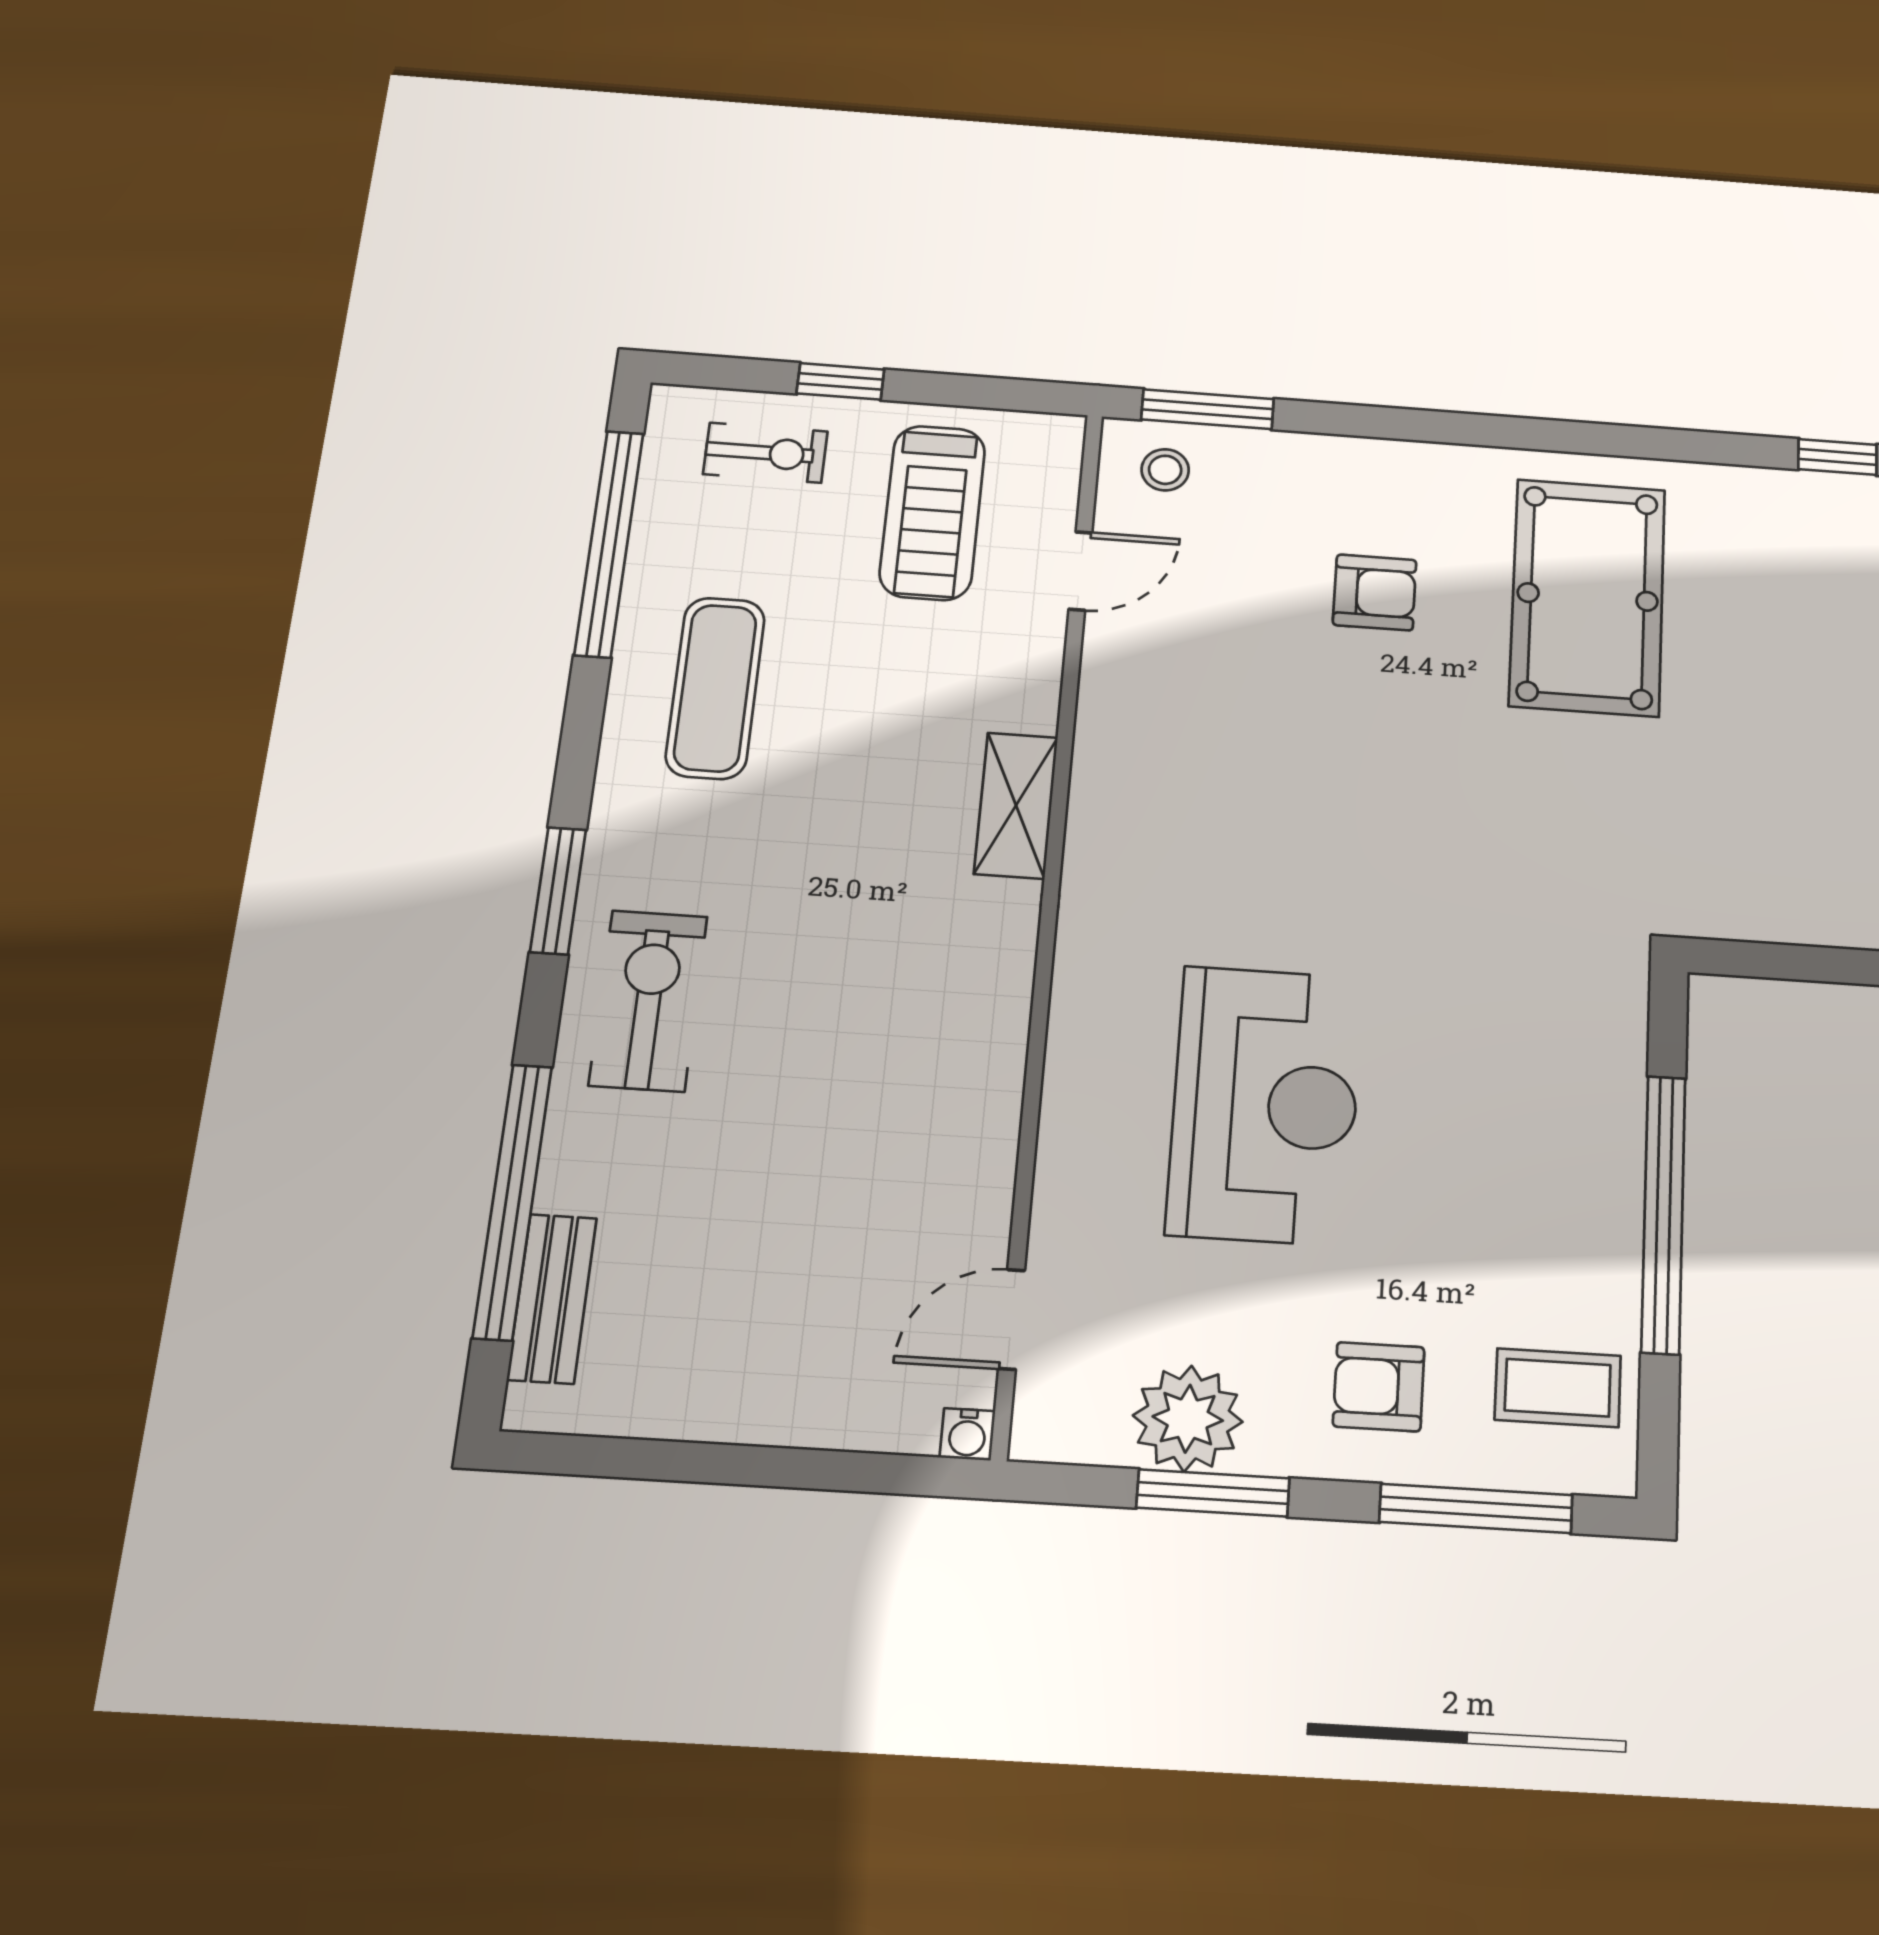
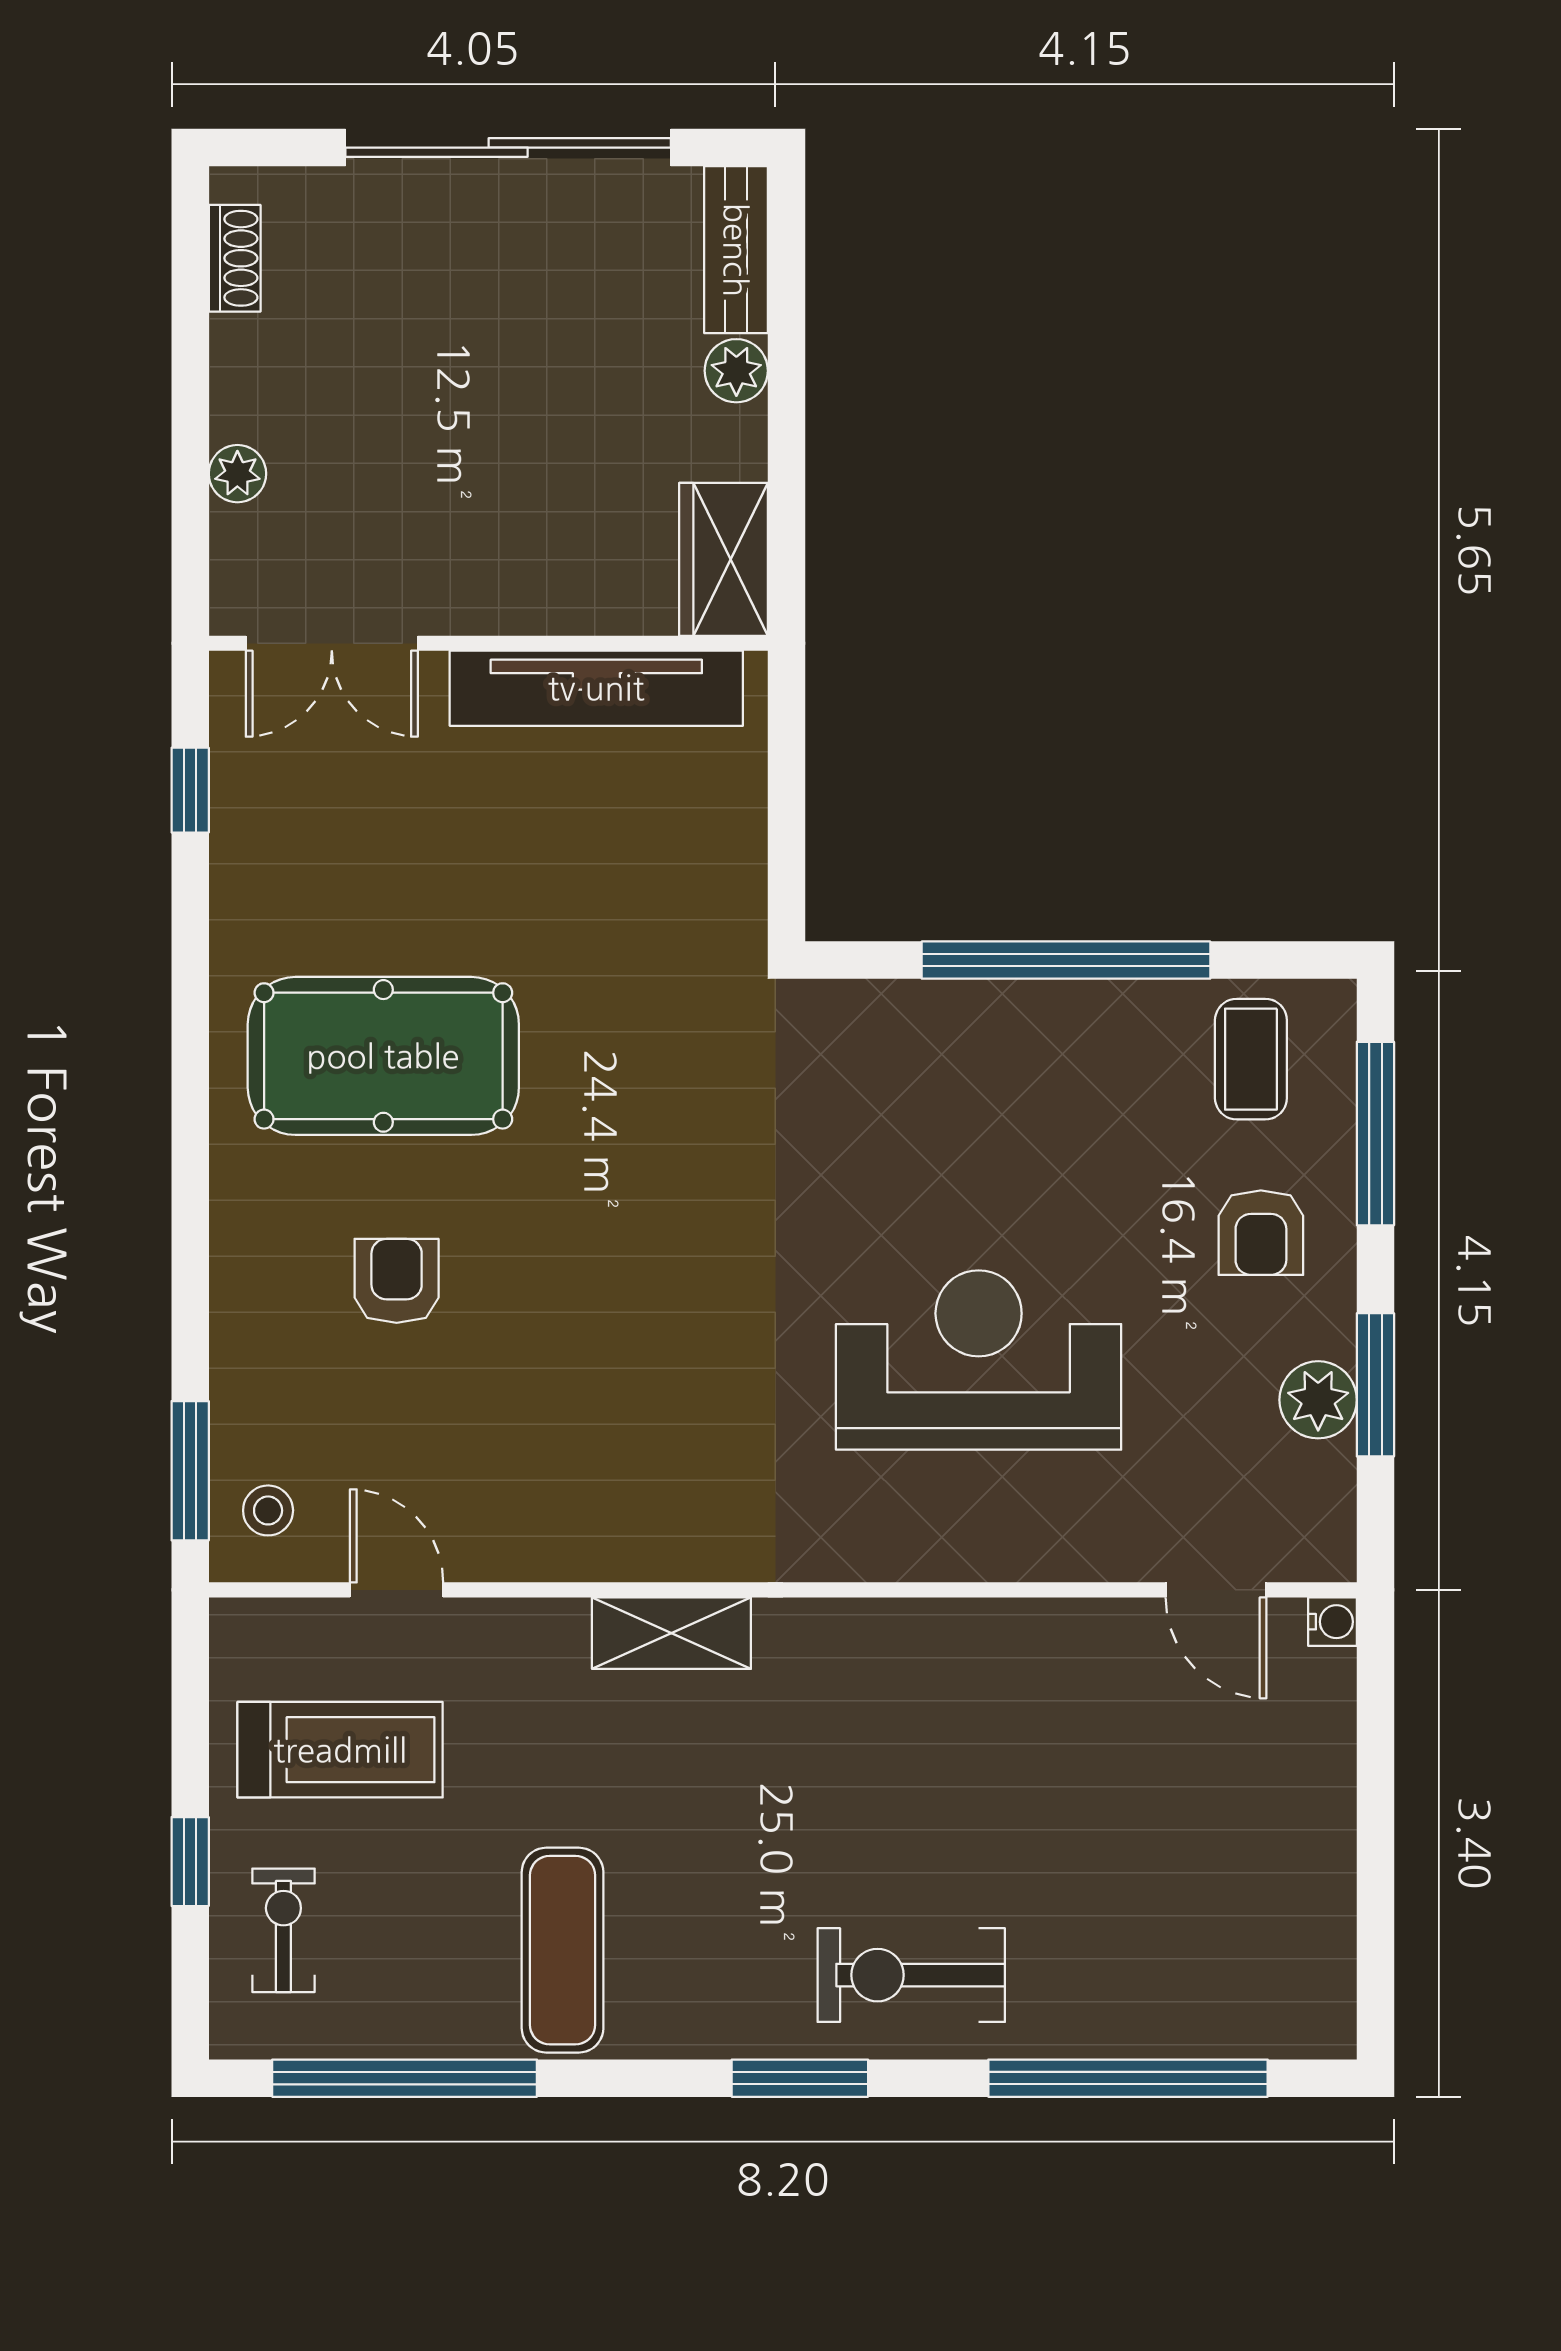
exercise mat: (715, 688) -> (563, 1950), turned 90
bench: (552, 1299) -> (1224, 2028), removed
plant: (1188, 1419) -> (1318, 1400), width x0.73, depth x0.73

